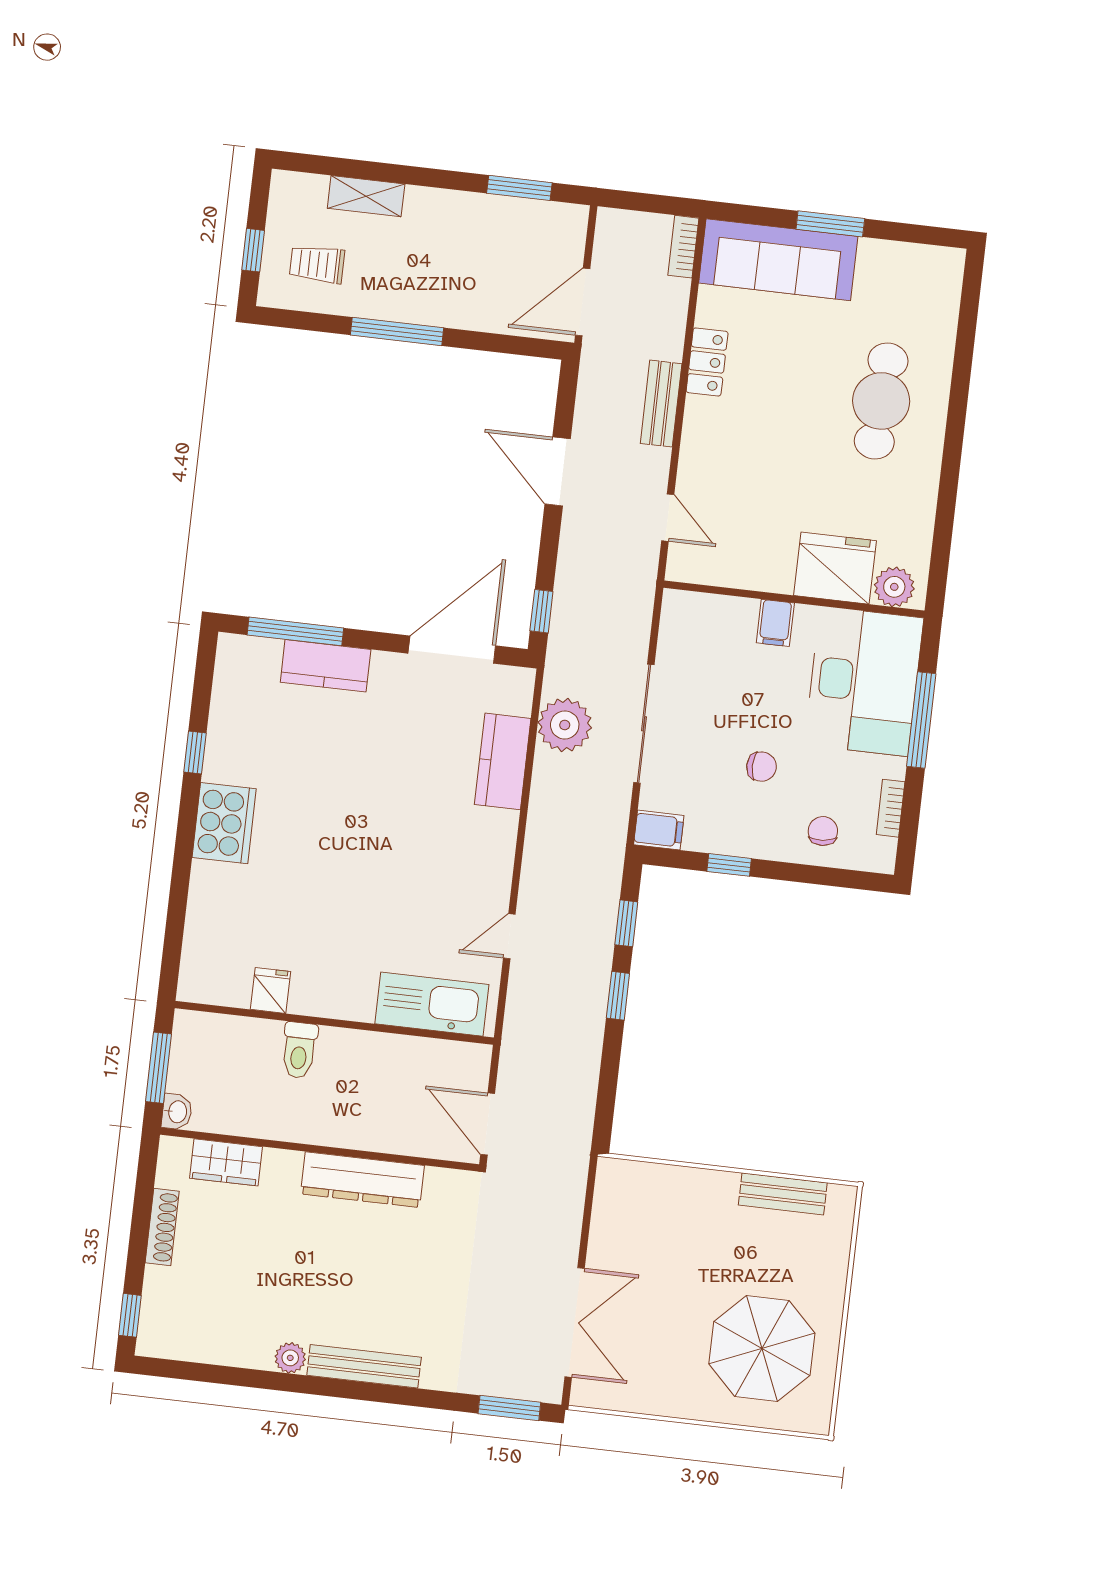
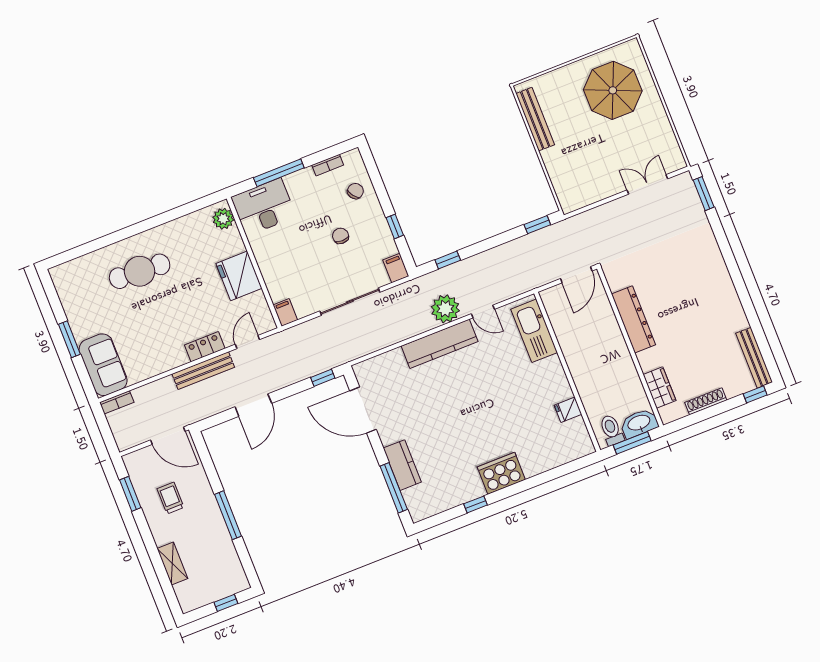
sofa: (778, 260) -> (103, 365), width x0.73
trolley: (317, 264) -> (170, 498), moved, turned 180
locker: (707, 362) -> (205, 347), moved
bench: (661, 404) -> (203, 371), width x1.36
fridge: (835, 568) -> (239, 276), moved
filing cabinet: (775, 623) -> (285, 312), moved, turned -90
desk: (864, 681) -> (263, 207), width x0.73, depth x0.77
plant: (565, 725) -> (445, 309), moved
kitchen counter: (503, 761) -> (440, 344), moved, width x1.50
chair: (823, 831) -> (355, 191), turned 149
window: (618, 996) -> (537, 225), moved
toilet: (299, 1050) -> (611, 430), moved, turned -90
washbasin: (177, 1112) -> (639, 423), width x1.91, depth x1.45
bench: (783, 1194) -> (535, 119), width x1.36
double door: (575, 1323) -> (647, 184), width x0.73
plant: (290, 1358) -> (735, 309), removed
bench: (364, 1366) -> (754, 358), moved

